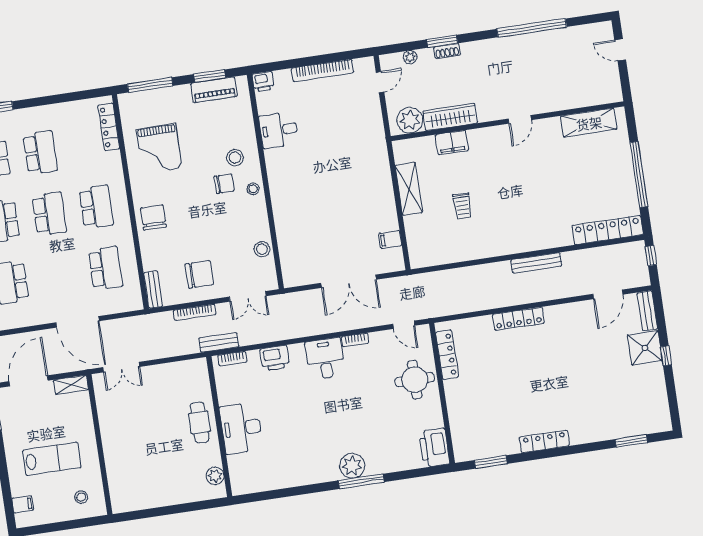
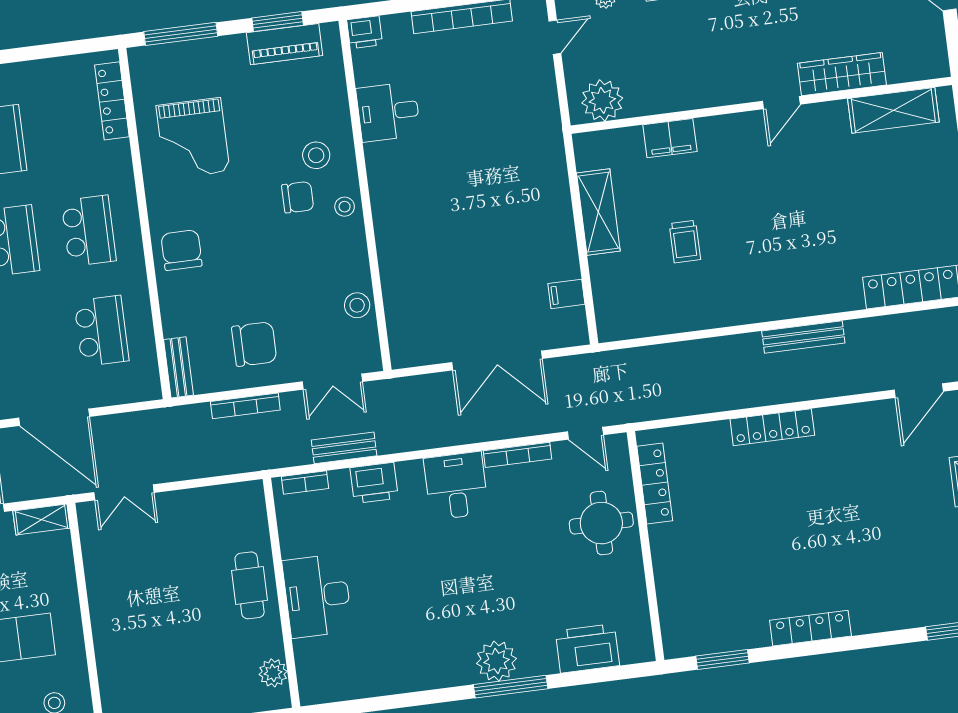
wardrobe: (450, 117) -> (842, 74), moved
bookcase: (355, 340) -> (518, 455), width x1.56
bench: (219, 342) -> (344, 448), moved
printer: (434, 448) -> (587, 648), moved, turned 90

